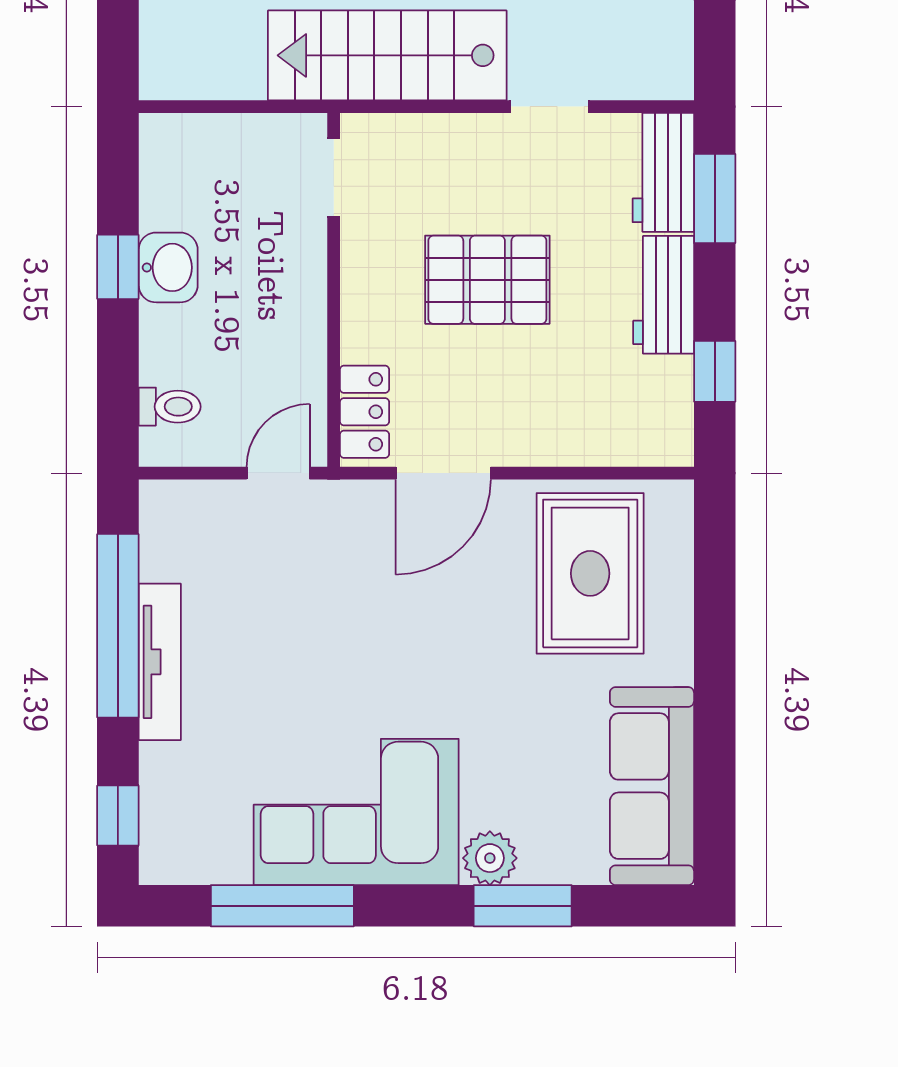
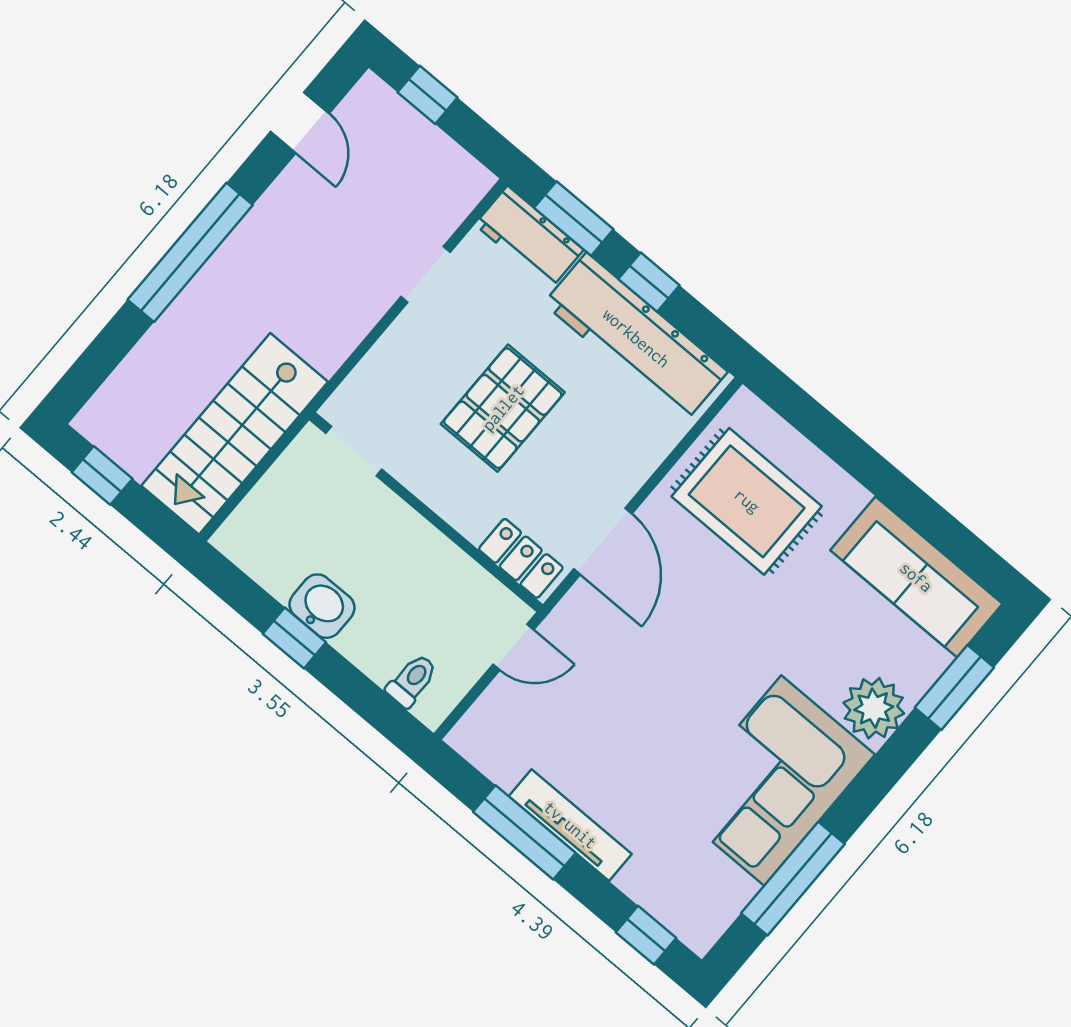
stairs: (387, 55) -> (235, 434), moved
workbench: (664, 295) -> (636, 338), width x1.88, depth x1.32
window: (715, 371) -> (649, 282), moved
door: (278, 473) -> (513, 647), swing flipped
window: (118, 626) -> (524, 832), width x0.68
plant: (490, 858) -> (874, 708), width x1.36, depth x1.36
window: (523, 906) -> (954, 687), moved

